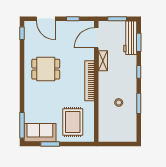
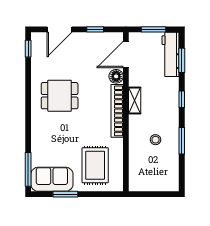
door: (46, 19) -> (59, 29), hinge flipped
floor lamp: (89, 54) -> (116, 76), added
shelving: (103, 61) -> (135, 101), moved

